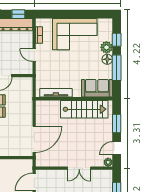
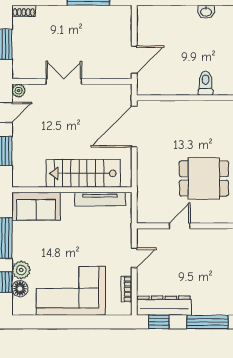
door: (34, 55) -> (134, 258), hinge flipped
floor lamp: (107, 59) -> (20, 289), moved
stairs: (84, 109) -> (83, 173), moved

